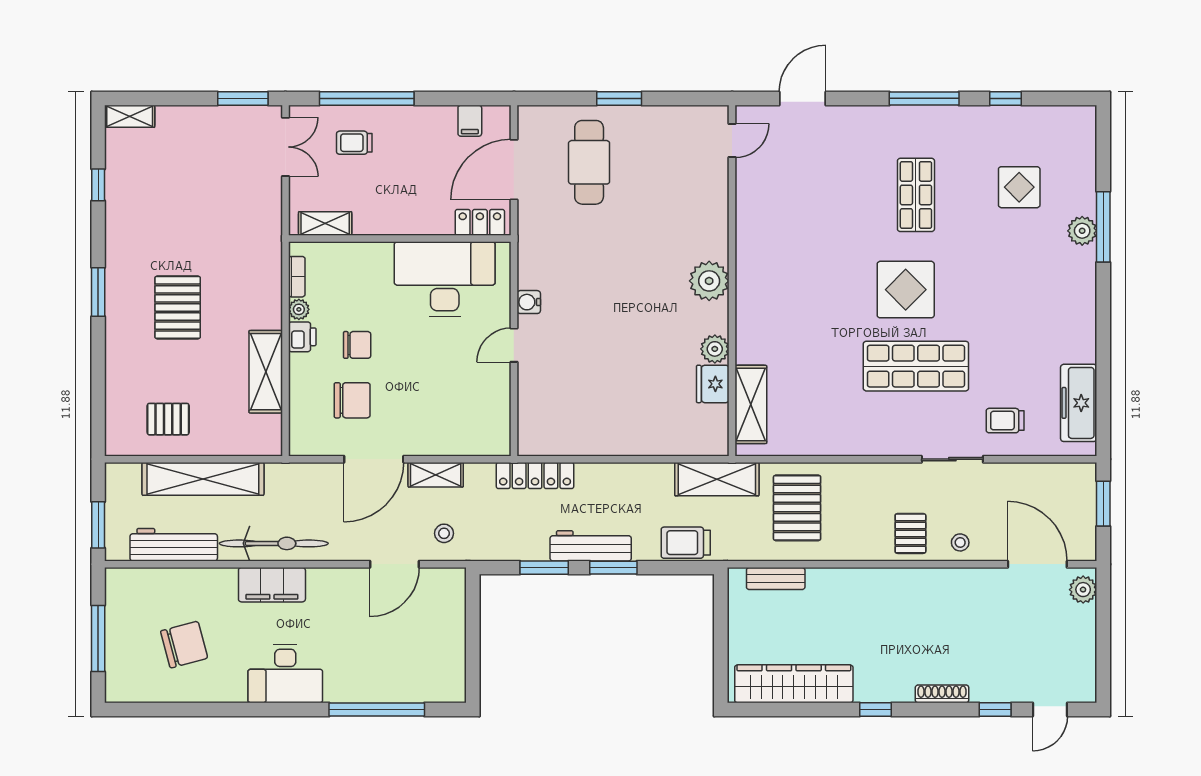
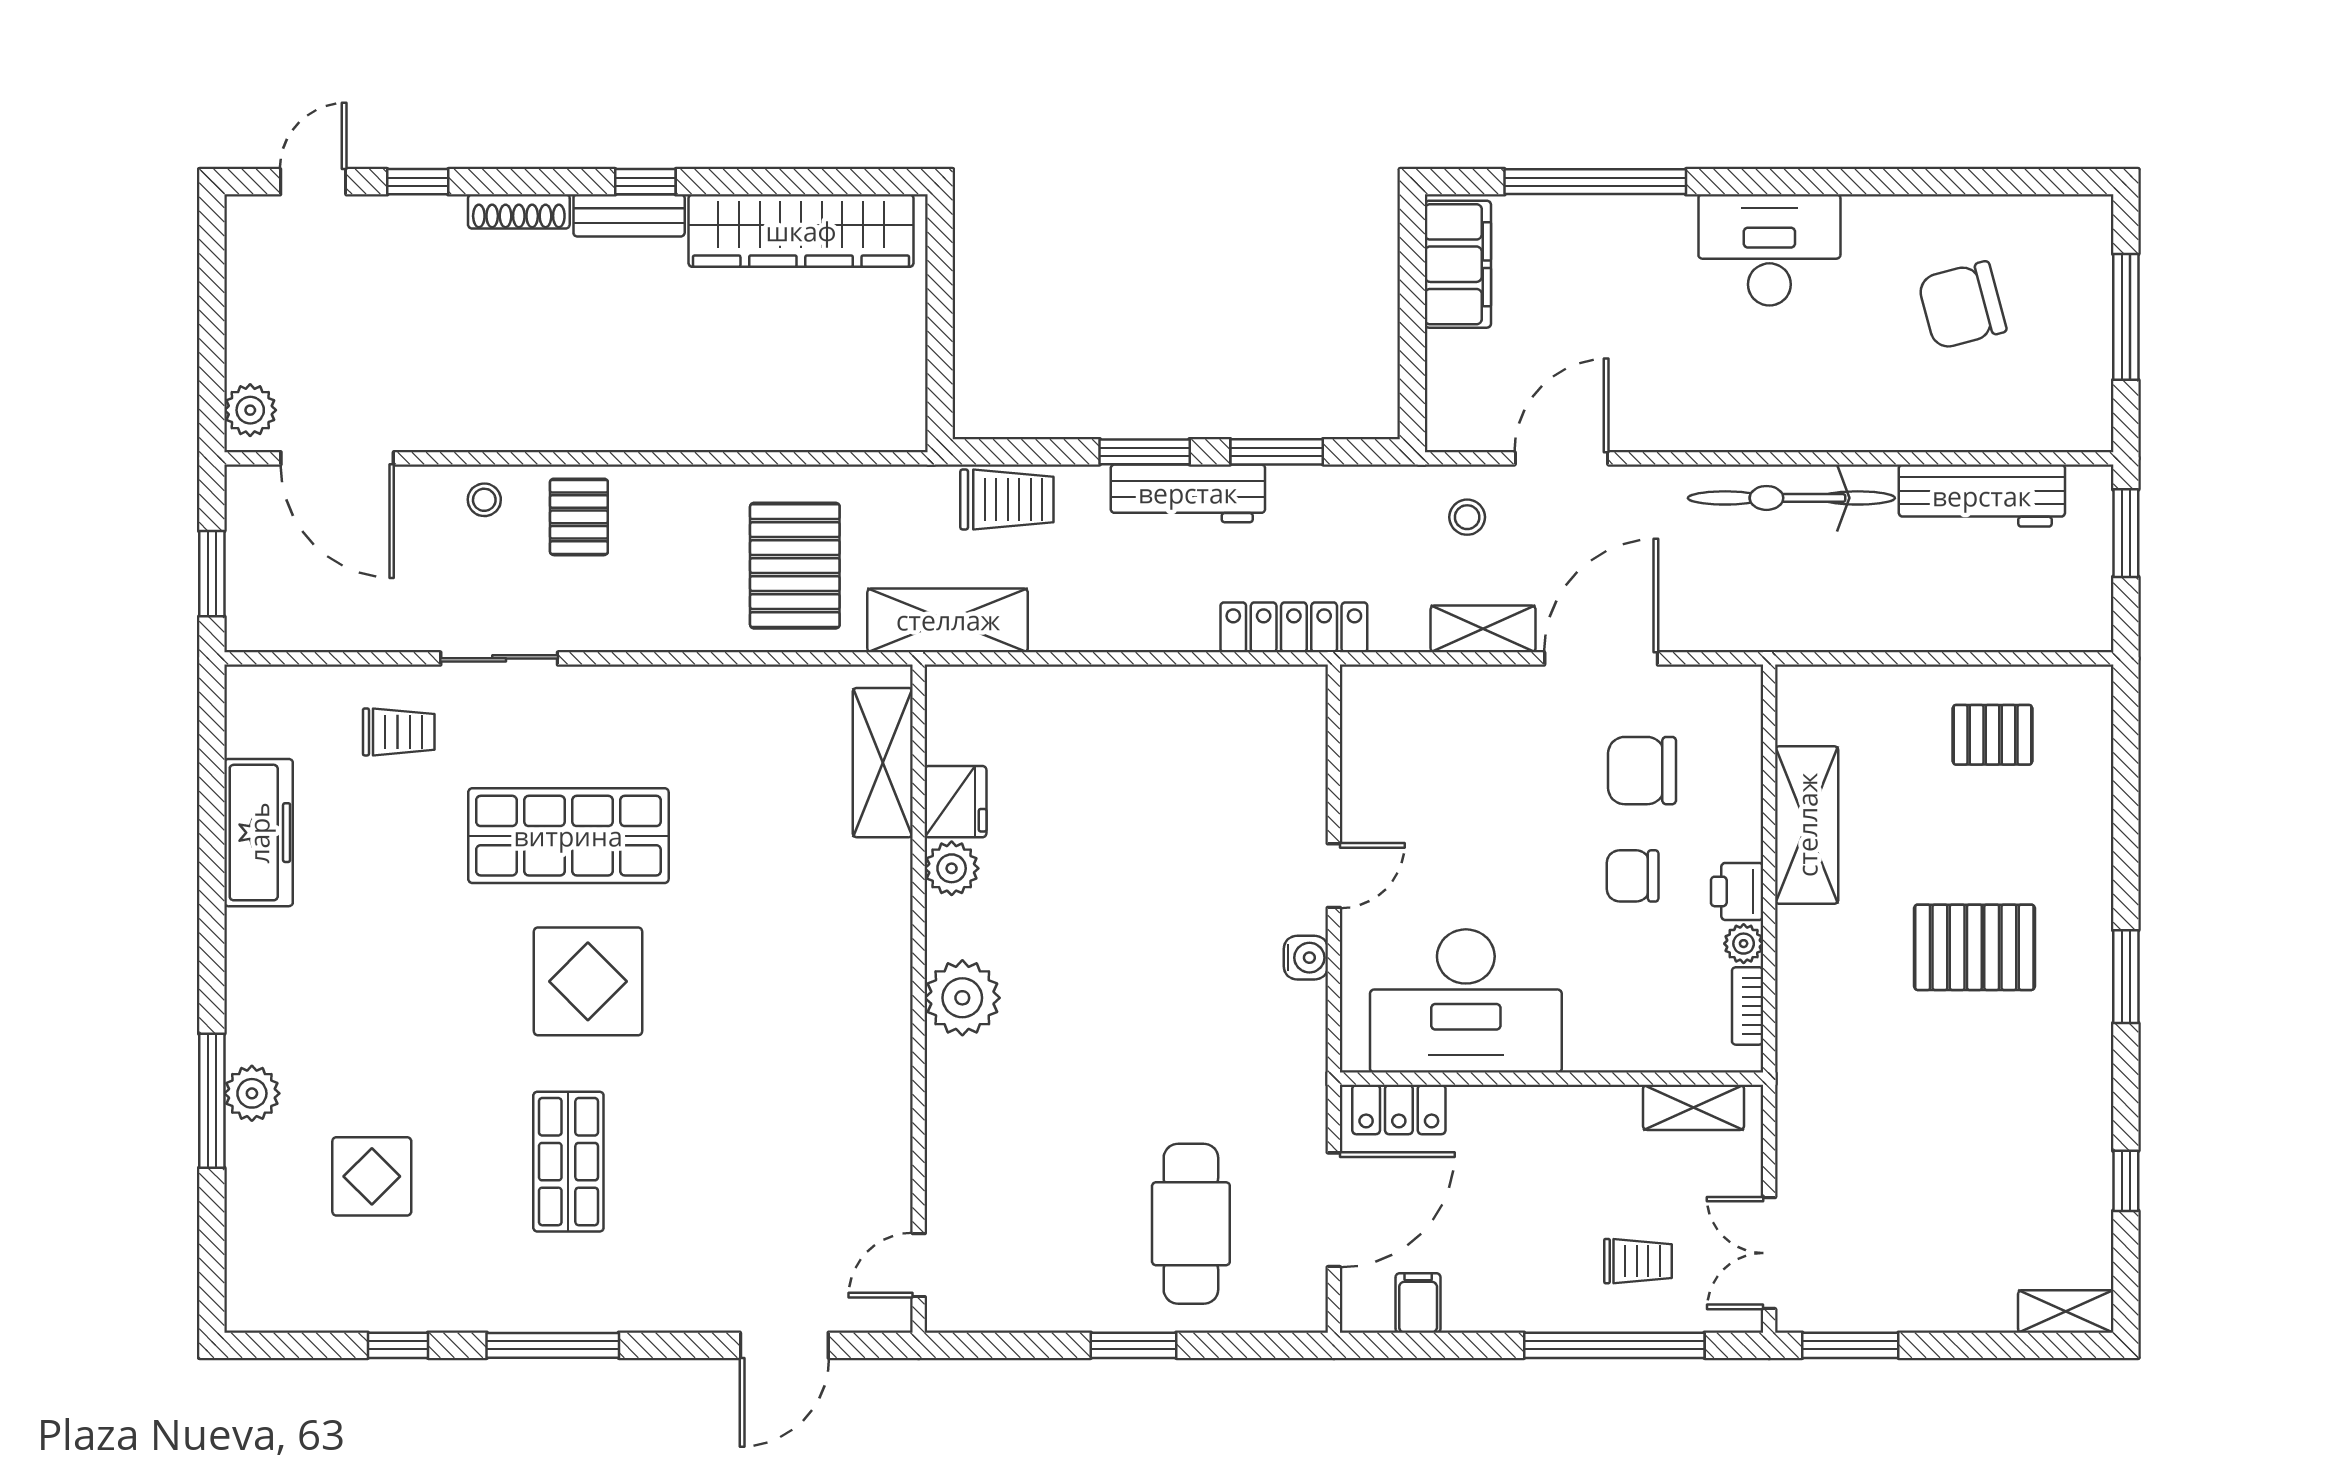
pallet: (178, 307) -> (1974, 947), turned 90
freezer: (1079, 403) -> (259, 833), moved
shelving: (203, 479) -> (1926, 621), removed
bench: (776, 579) -> (629, 215), moved
filing cabinet: (272, 585) -> (1458, 264), moved, turned 90

